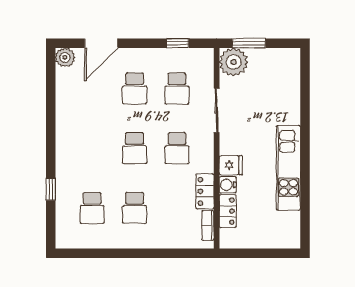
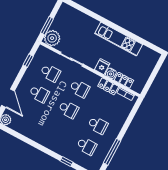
window: (104, 253) -> (112, 152), added

